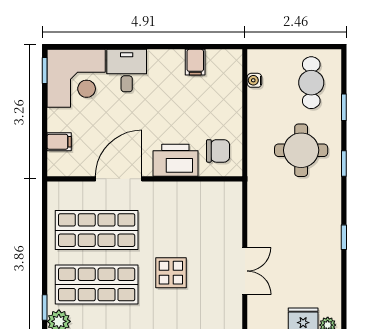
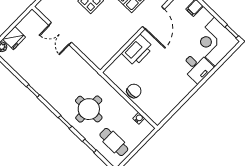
filing cabinet: (195, 62) -> (172, 100), removed
chair: (218, 151) -> (134, 91), moved, turned 180

